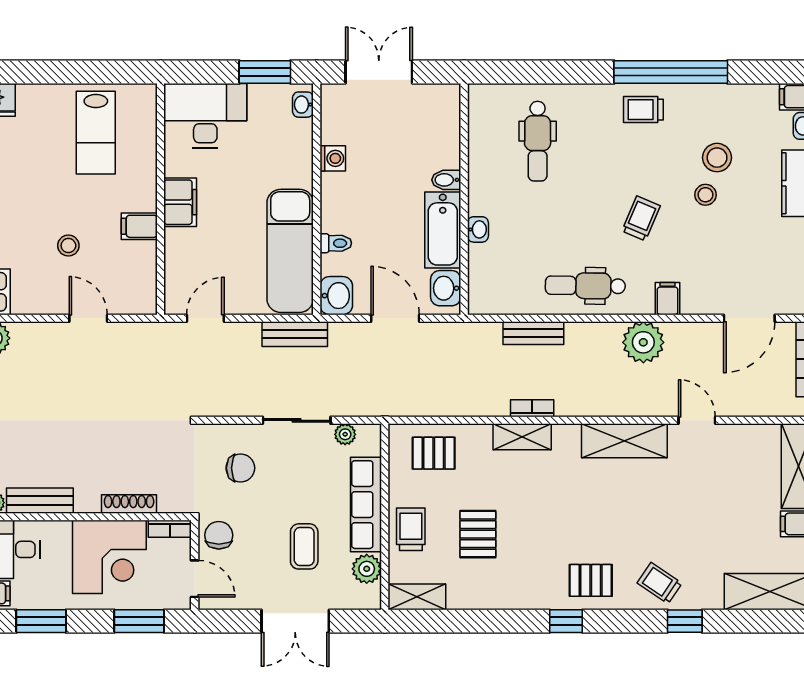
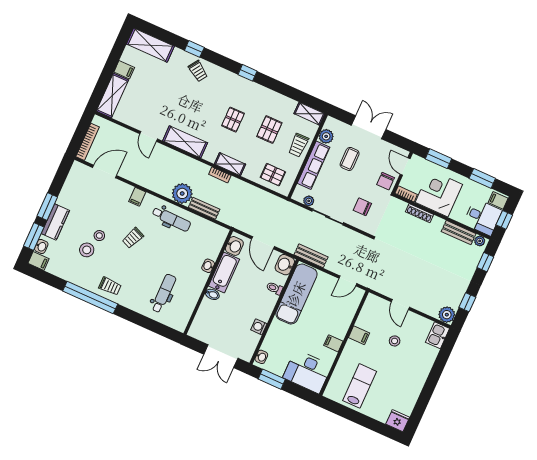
filing cabinet: (180, 202) -> (333, 343), width x0.50
plant: (643, 342) -> (182, 193), moved
pallet: (591, 580) -> (233, 120), moved, turned 90

